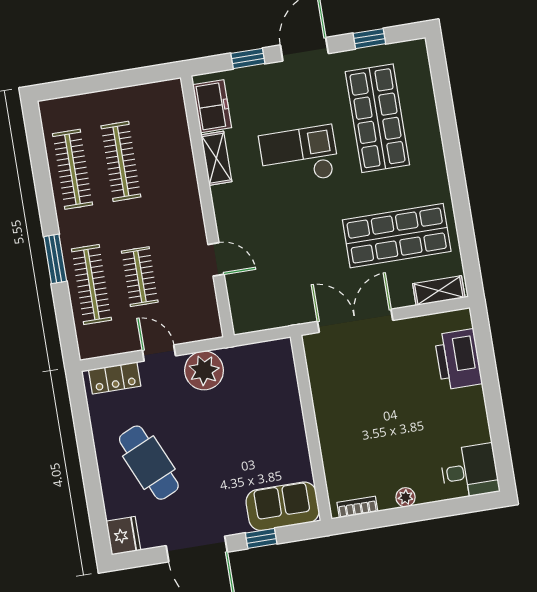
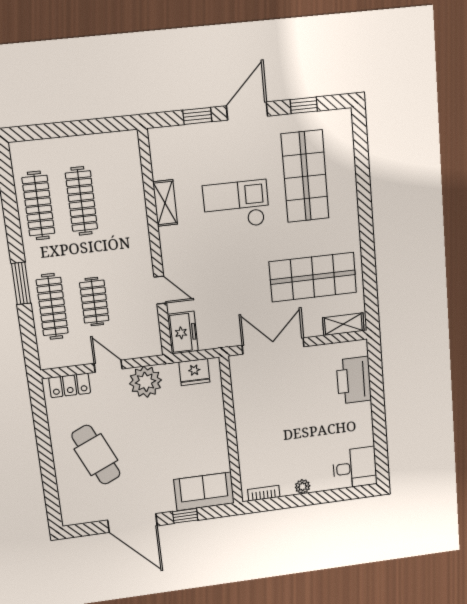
freezer: (212, 106) -> (183, 333), moved
fridge: (123, 536) -> (194, 372), moved, turned 90

